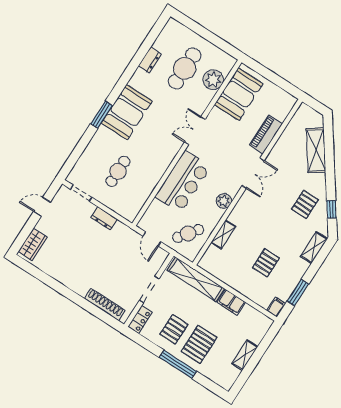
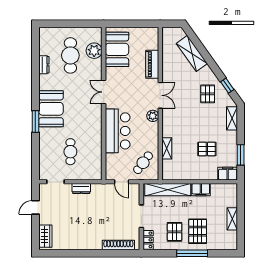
plant: (224, 201) -> (153, 116), moved
pallet: (266, 263) -> (207, 149), turned 90
filing cabinet: (276, 307) -> (228, 174), width x2.00

